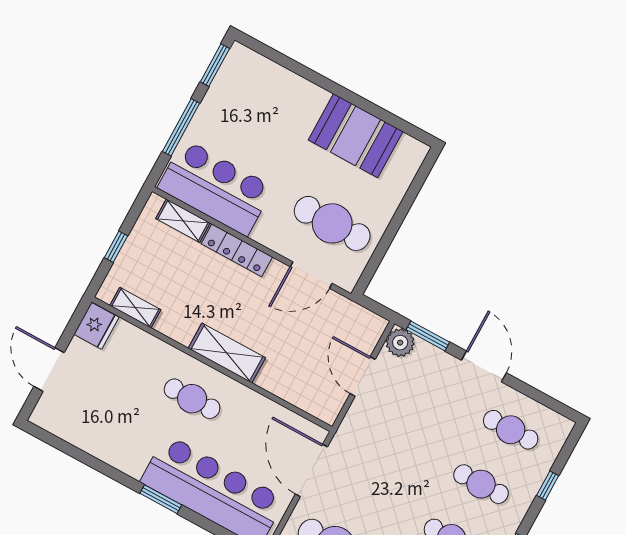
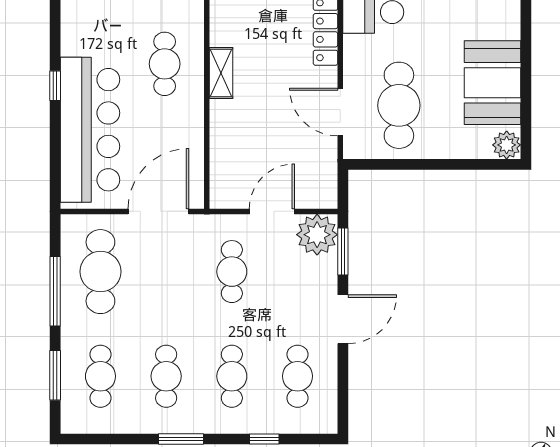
plant: (414, 152) -> (507, 145), added
plant: (400, 343) -> (317, 235), width x1.36, depth x1.36
shelving: (227, 353) -> (221, 73), width x0.67, depth x0.75
cafe table: (394, 437) -> (232, 272), added
window: (161, 499) -> (55, 86), width x0.67

